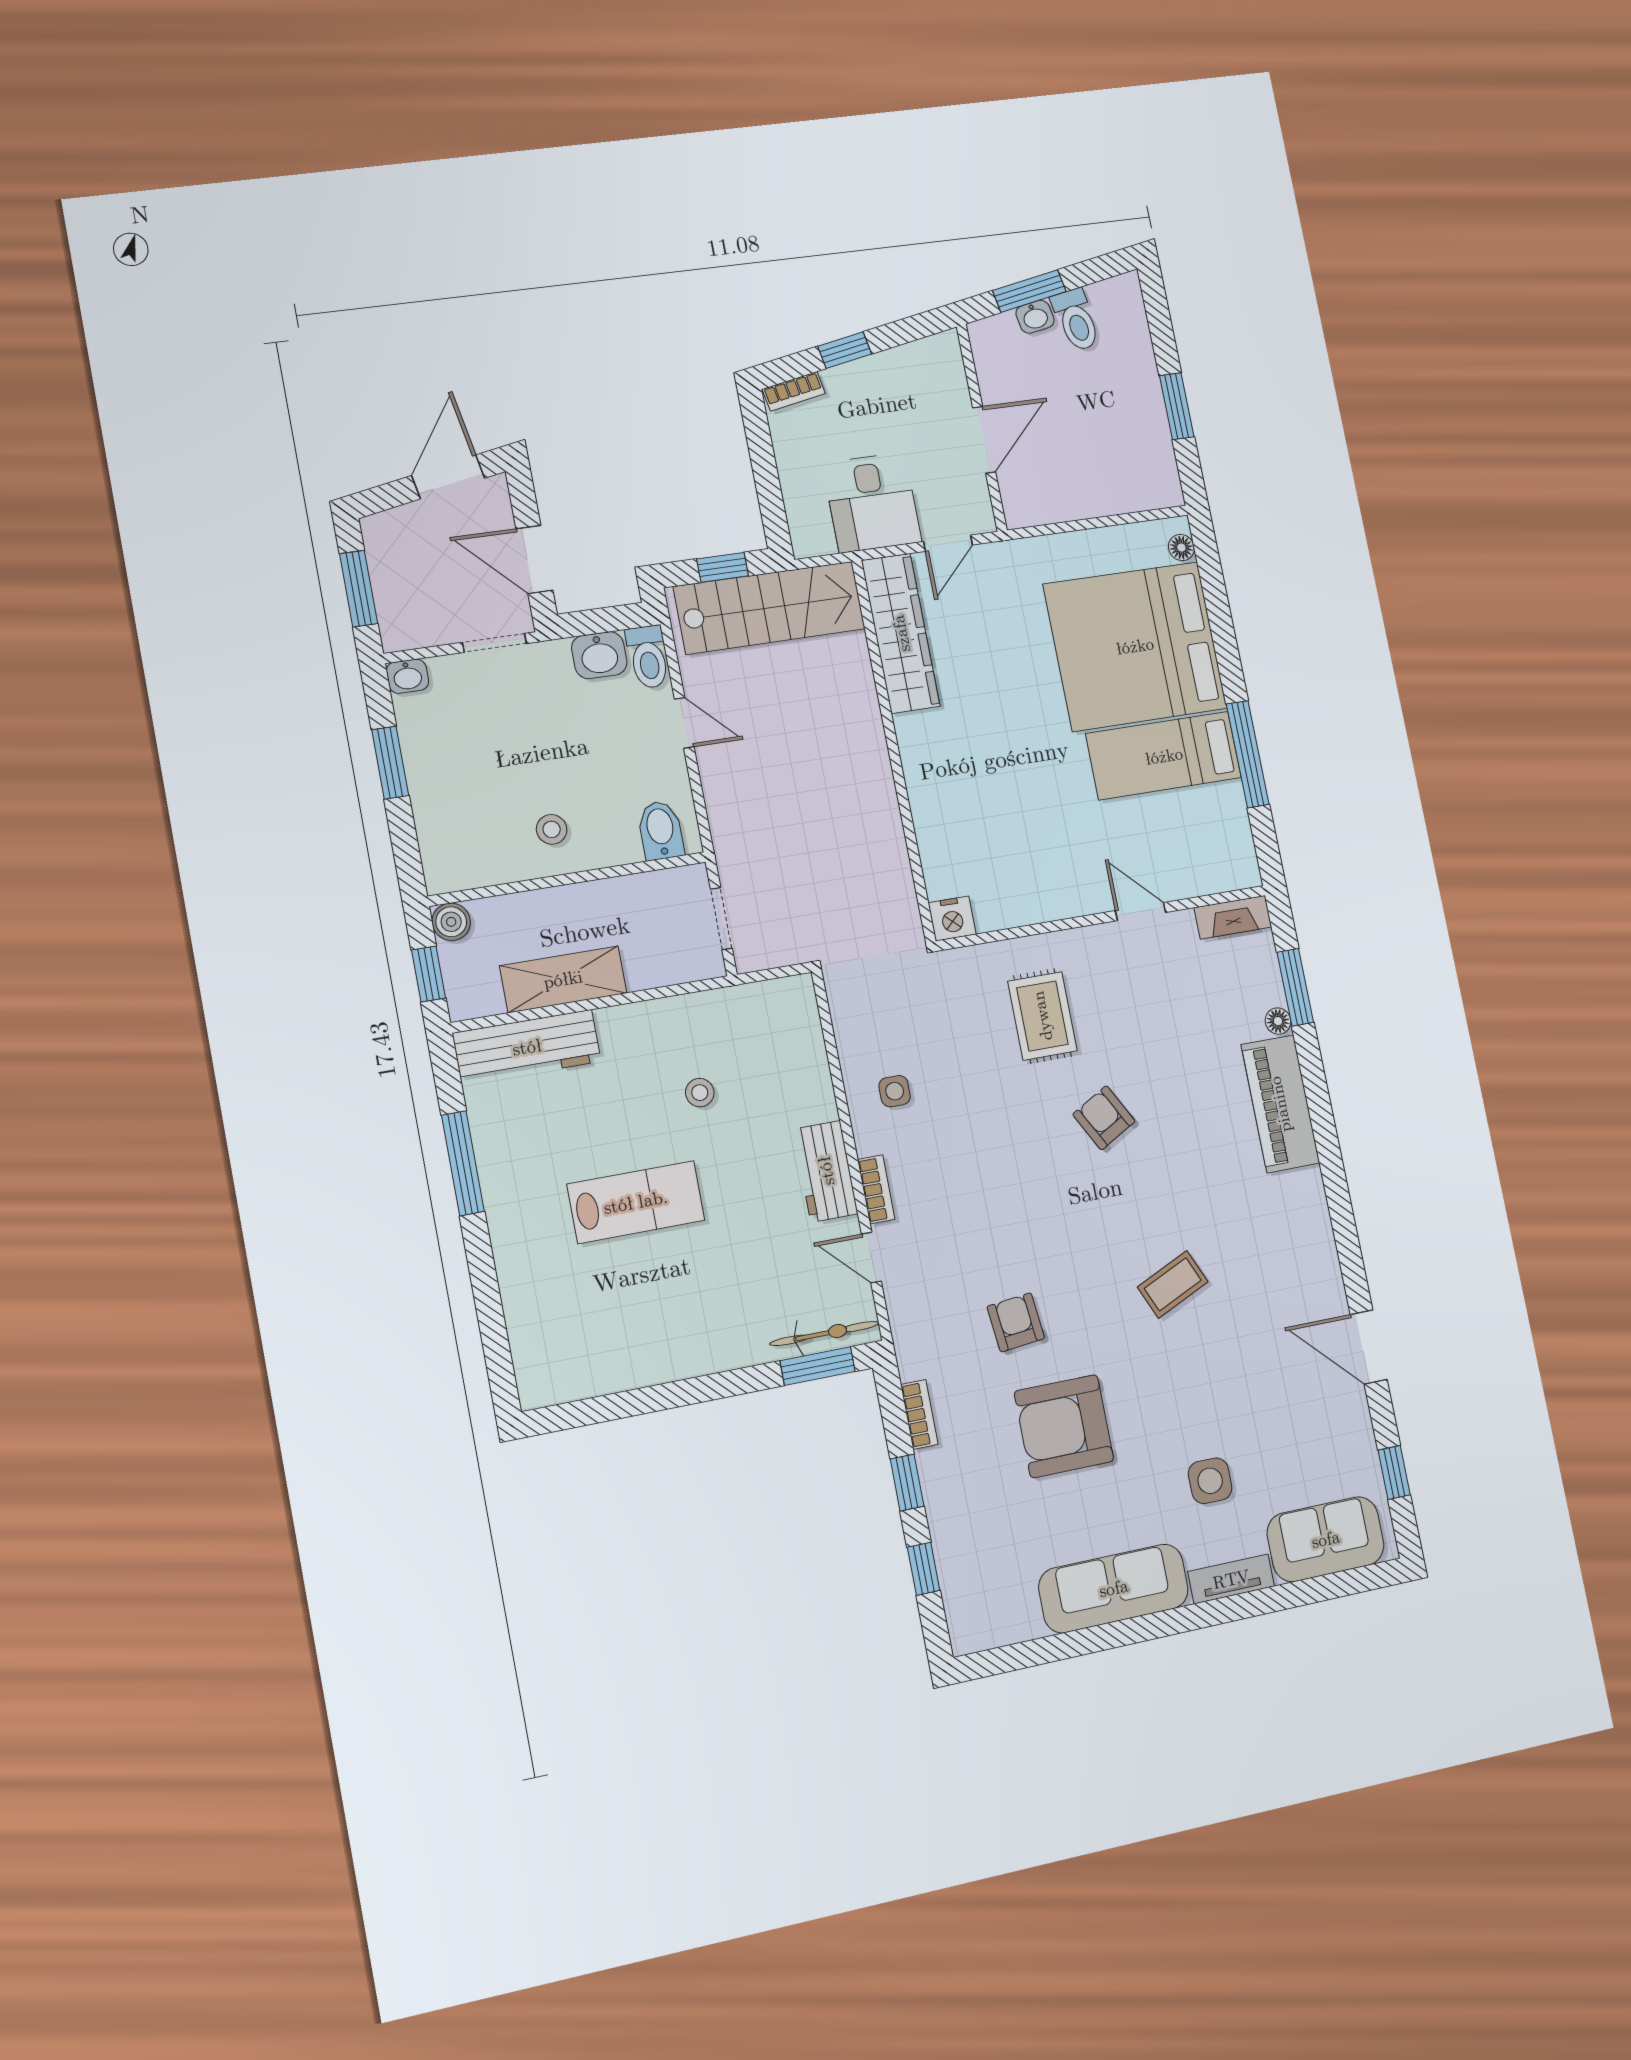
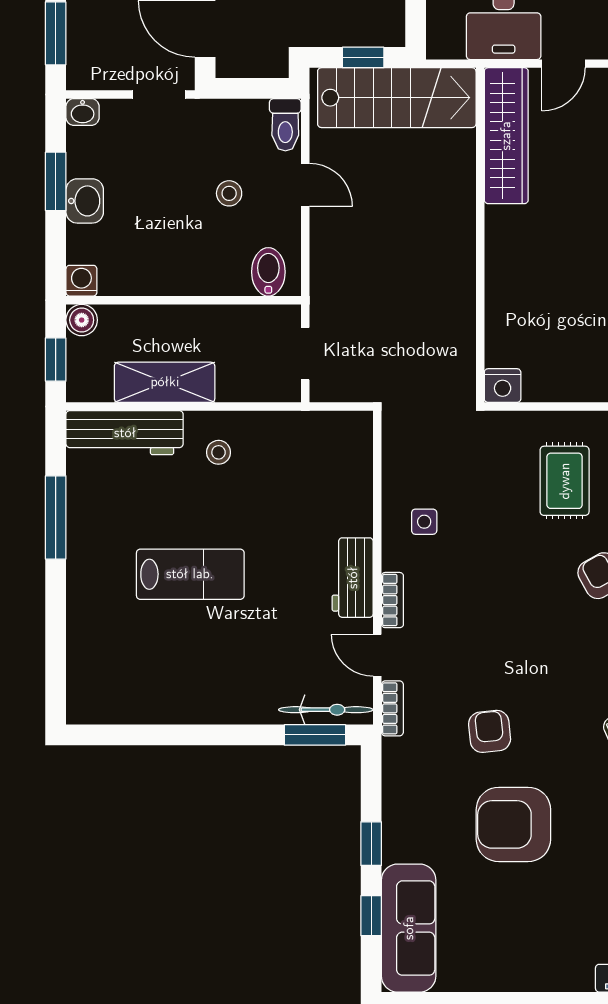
washbasin: (599, 655) -> (85, 201), moved, turned -90
stool: (552, 829) -> (229, 193), moved
washing machine: (442, 875) -> (81, 281), added
stool: (700, 1093) -> (219, 452), moved
bookcase: (919, 1414) -> (392, 708), moved
sofa: (1114, 1588) -> (409, 928), moved, turned 90

